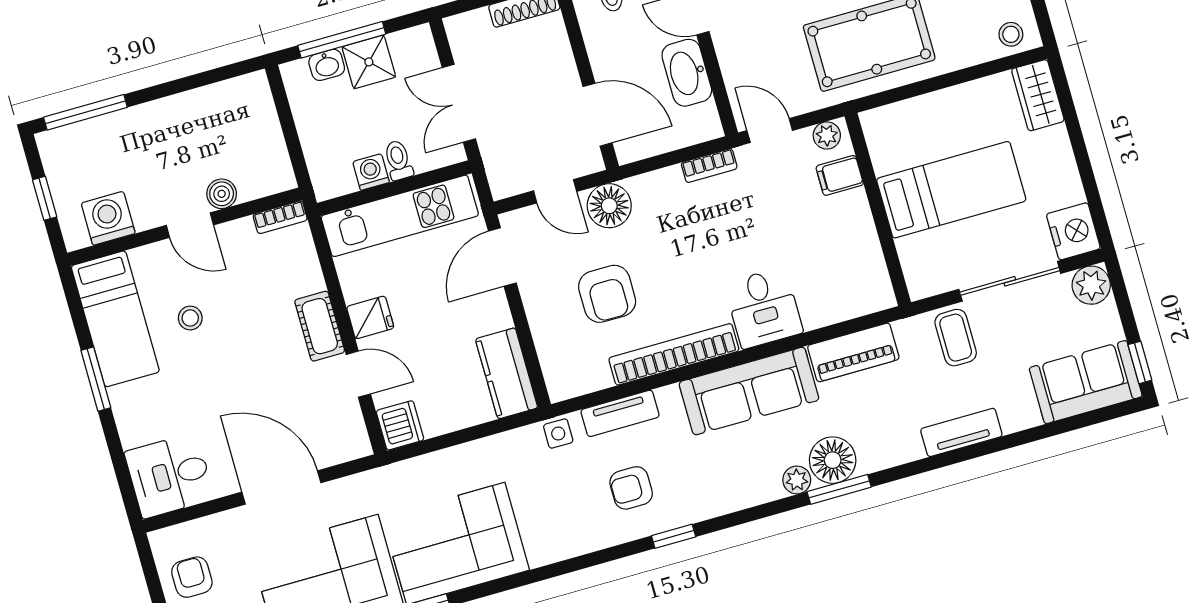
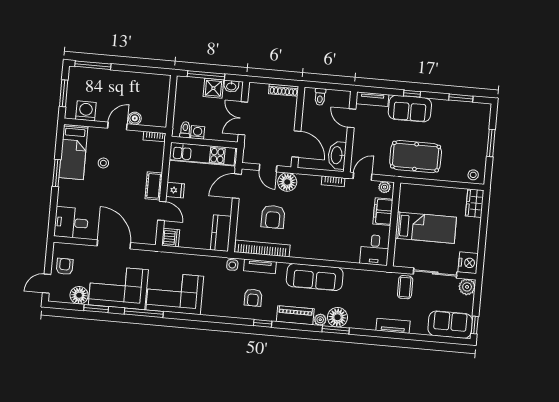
washbasin: (327, 65) -> (231, 86), moved
washbasin: (687, 73) -> (337, 155), moved
door: (770, 130) -> (363, 176), hinge flipped
toilet: (398, 160) -> (185, 130), moved
filing cabinet: (840, 175) -> (383, 212), width x2.00
window: (45, 198) -> (64, 93), width x1.50
door: (190, 225) -> (117, 126), swing flipped
desk: (764, 308) -> (375, 250), moved
piano: (853, 352) -> (295, 315), moved, turned 180
bookcase: (674, 354) -> (262, 248), moved
armchair: (631, 488) -> (253, 298), turned -90

